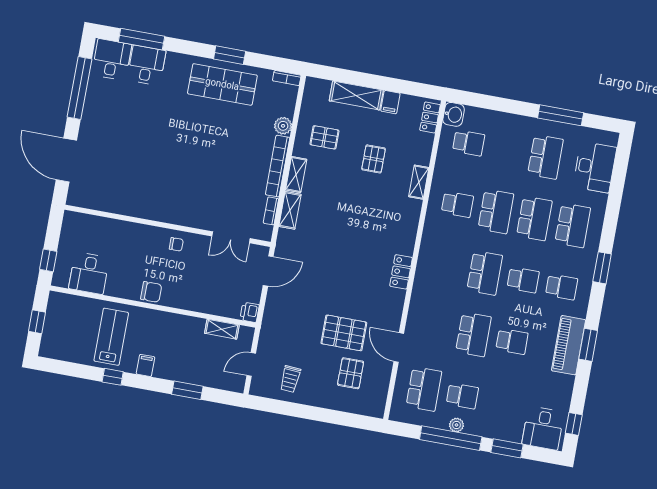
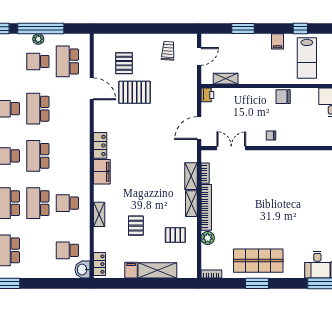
filing cabinet: (405, 237) -> (102, 172), added

